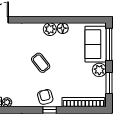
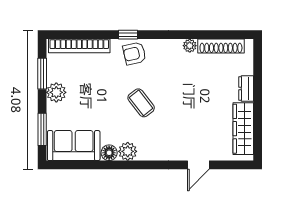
sofa: (96, 44) -> (74, 146), moved, turned -90
window: (109, 44) -> (42, 129), width x0.69
armchair: (45, 97) -> (134, 53), turned 92

